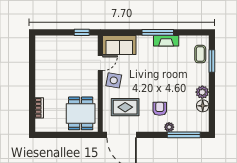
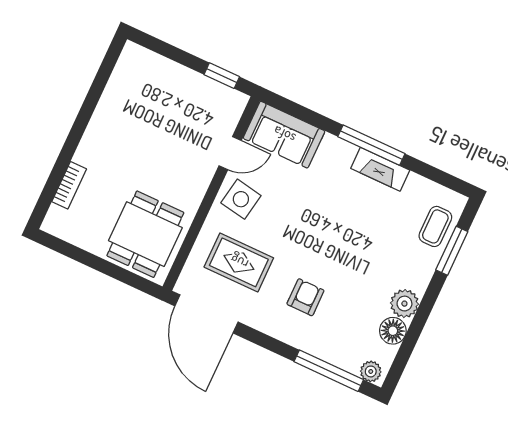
plant: (169, 127) -> (371, 371), moved

